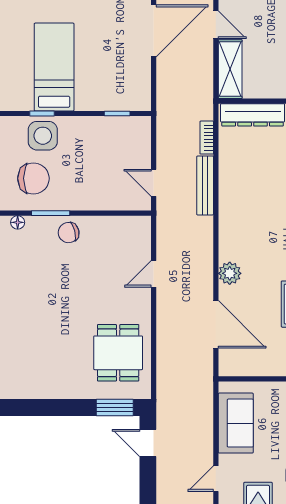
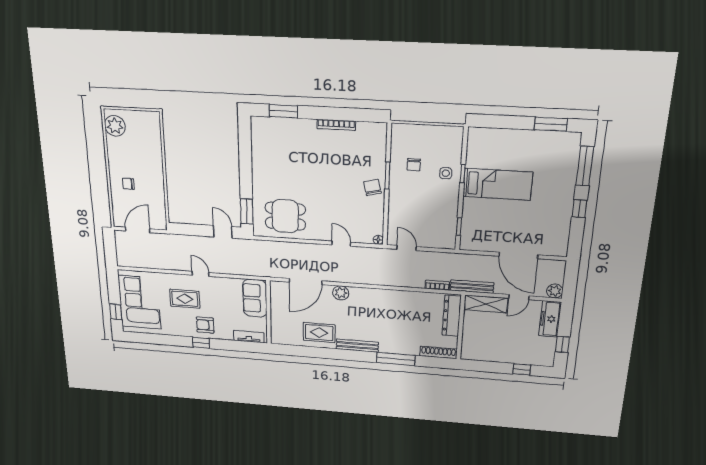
side table: (43, 136) -> (446, 173), width x0.54, depth x0.54
chair: (33, 178) -> (414, 165), width x0.54, depth x0.54
door: (154, 183) -> (407, 248), hinge flipped
bench: (205, 185) -> (472, 287), moved
floor lamp: (18, 222) -> (378, 240), moved
sofa: (236, 423) -> (255, 298), moved, turned 90
door: (148, 443) -> (223, 232), hinge flipped

